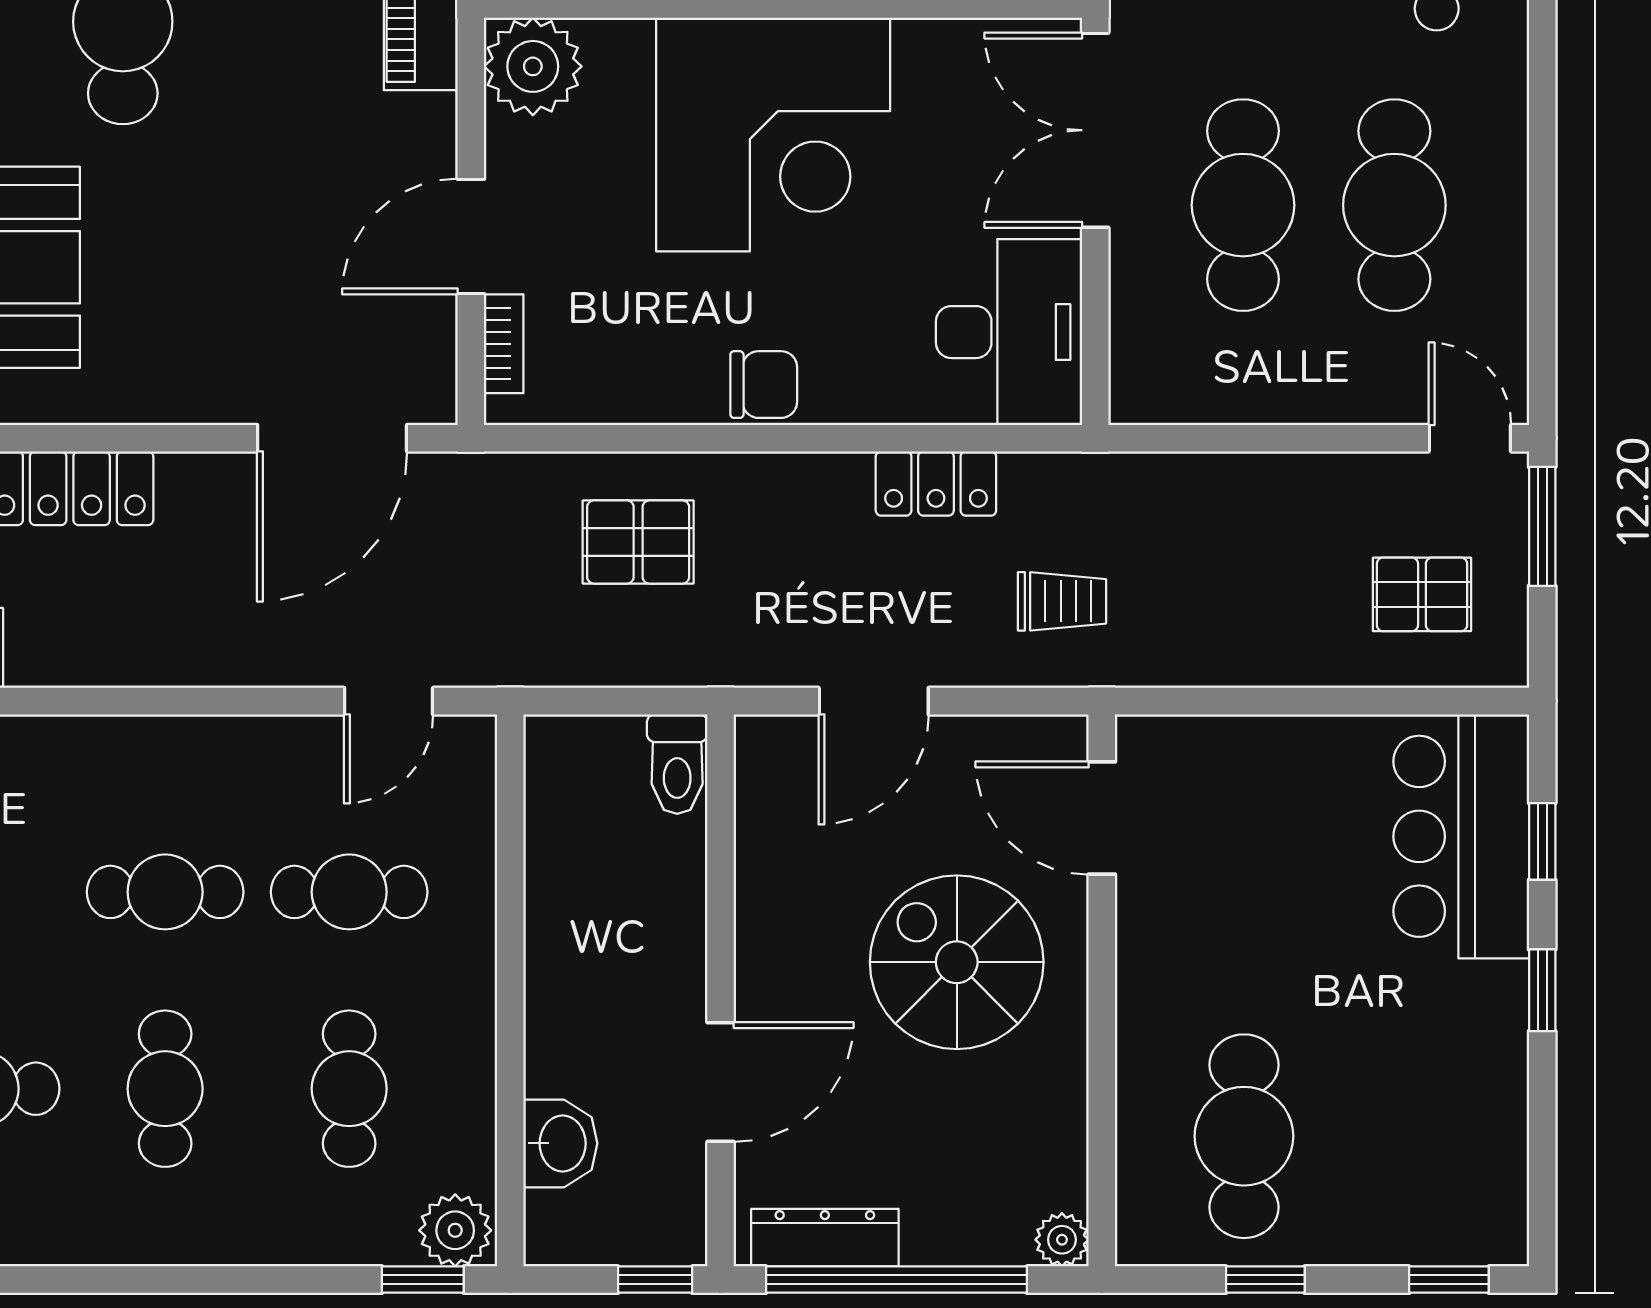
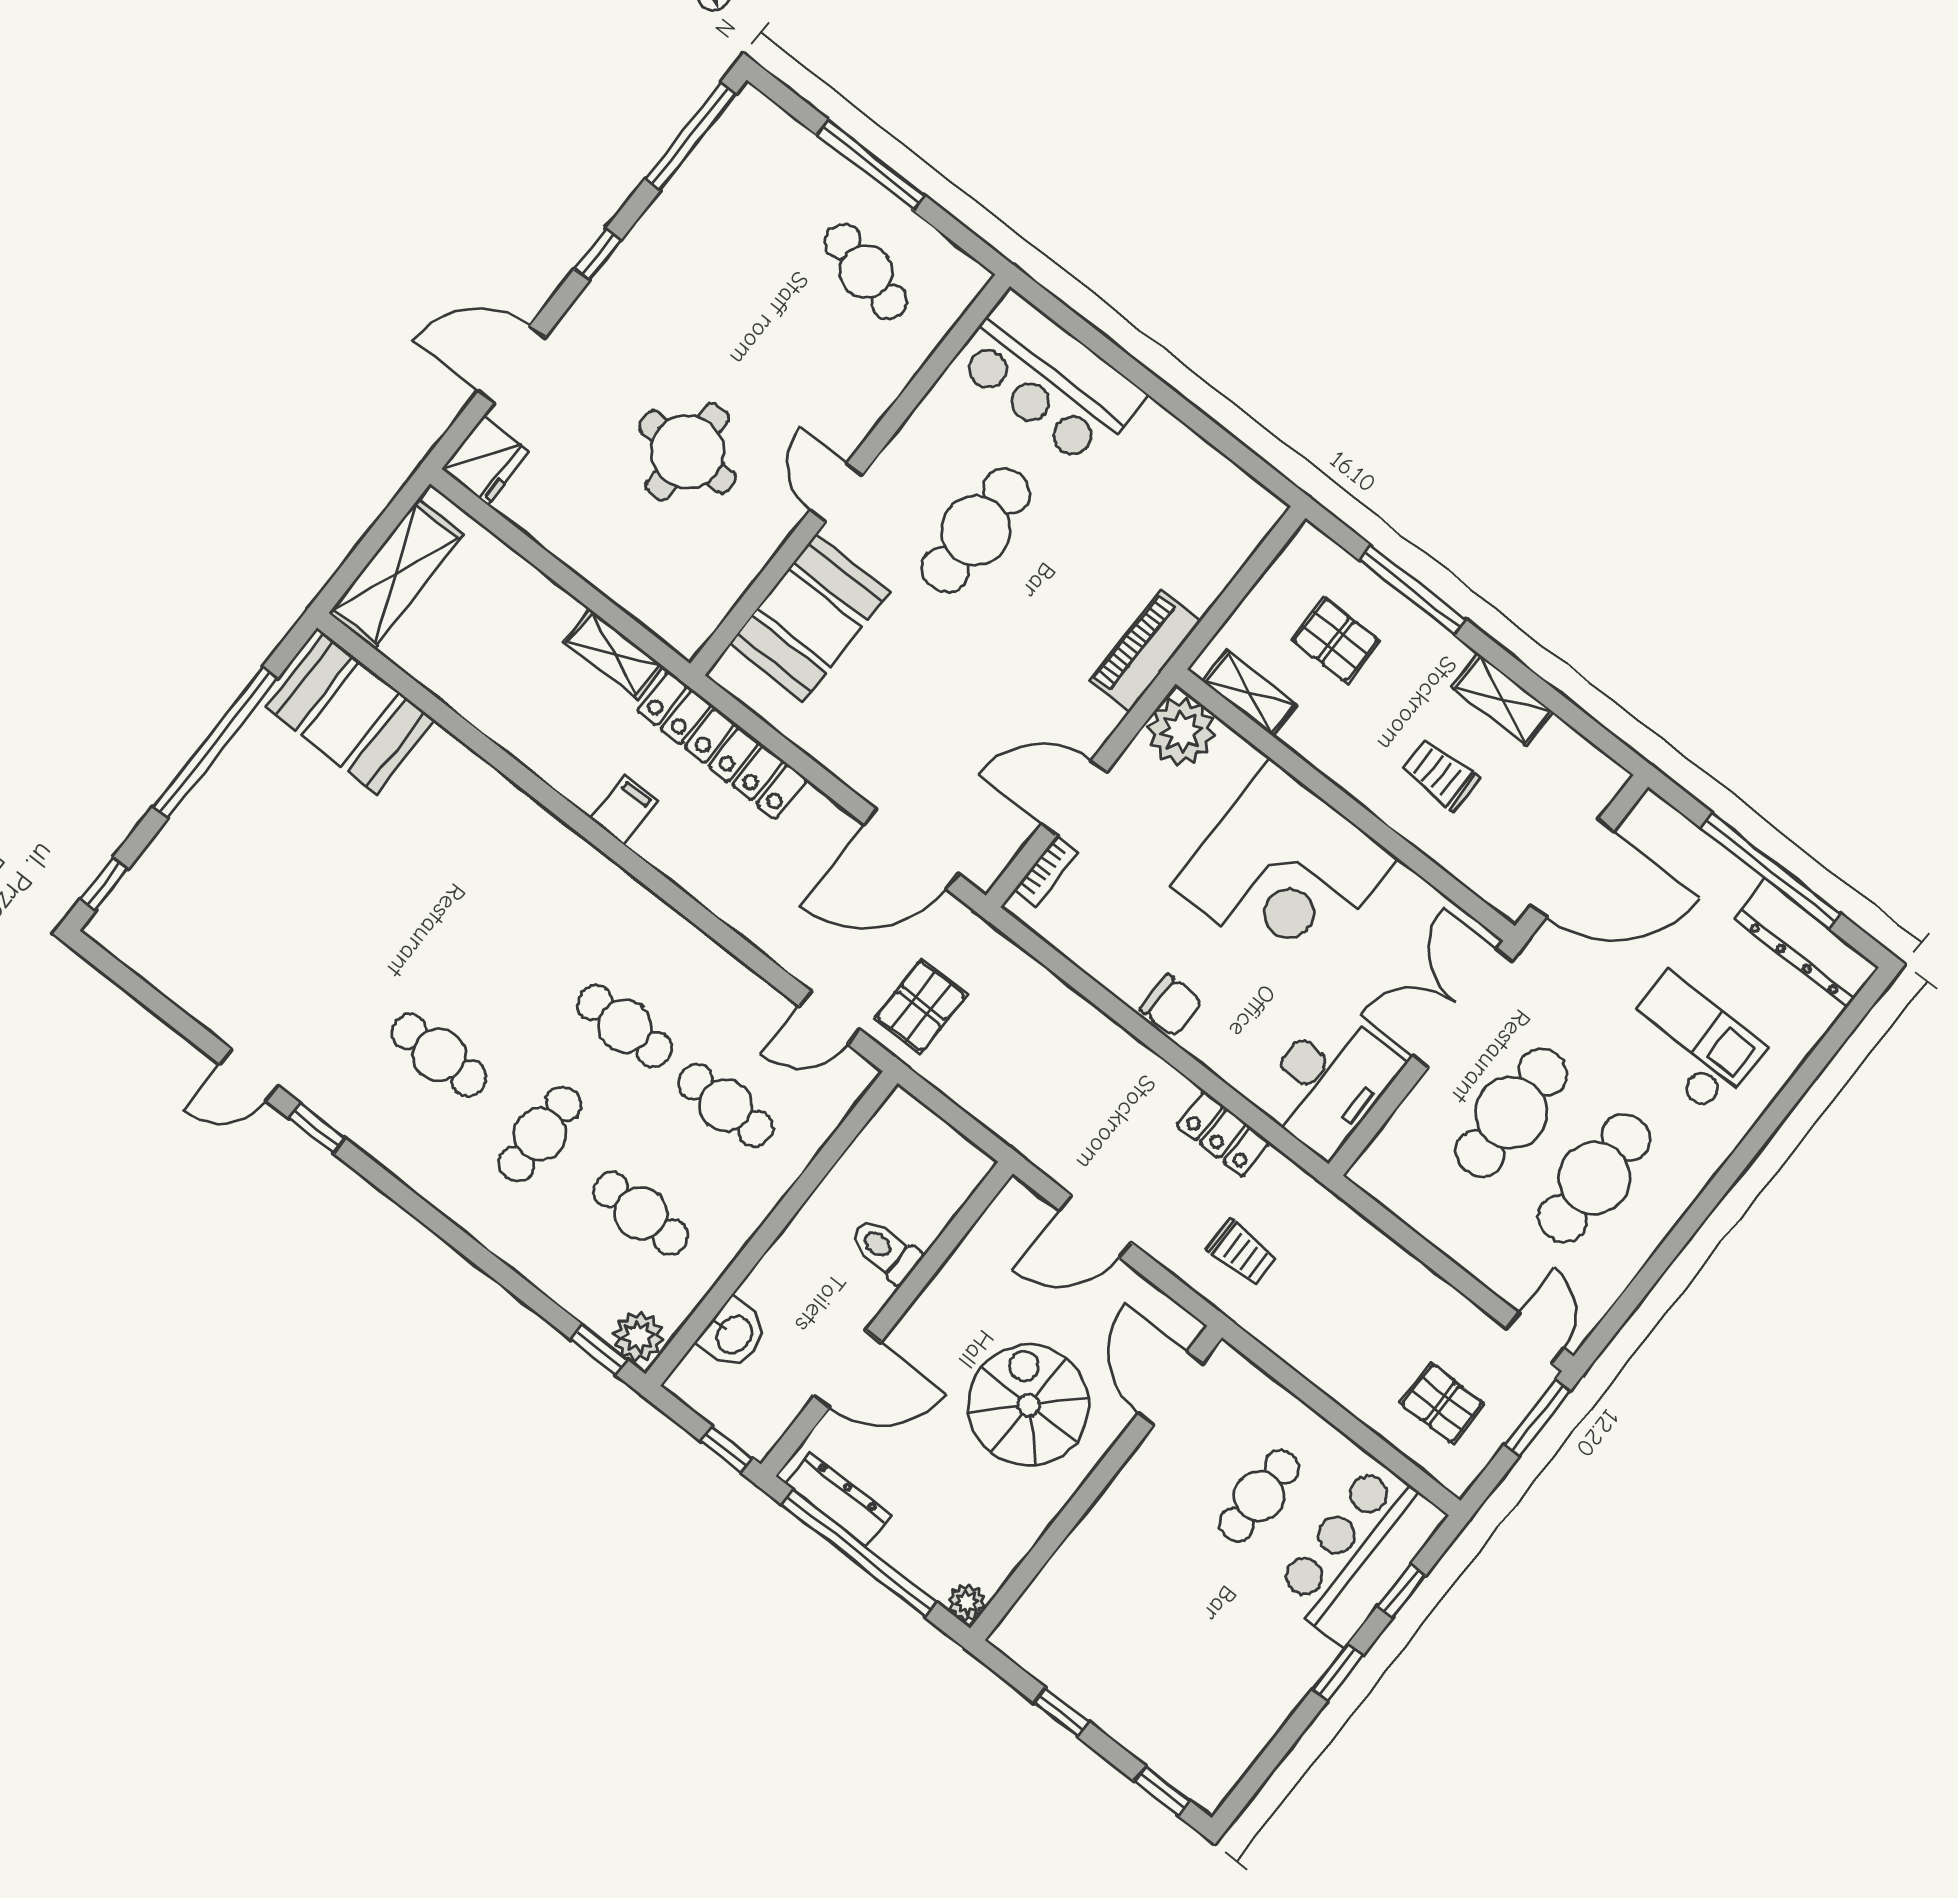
pallet: (638, 542) -> (921, 1006), moved, turned 90
toilet: (677, 764) -> (885, 1250), moved, turned 90
cafe table: (349, 1089) -> (641, 1213), turned 90
cafe table: (1244, 1136) -> (1259, 1496), moved, width x0.73, depth x0.74

